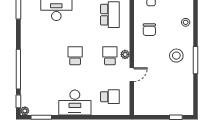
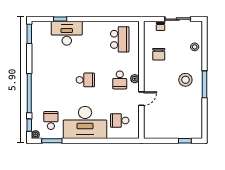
school desk: (75, 56) -> (85, 80), turned 90
school desk: (110, 56) -> (120, 80), turned 180
school desk: (40, 97) -> (51, 120), added
school desk: (110, 97) -> (120, 120), turned 180
desk: (75, 103) -> (85, 122), width x1.36, depth x1.30

